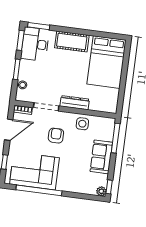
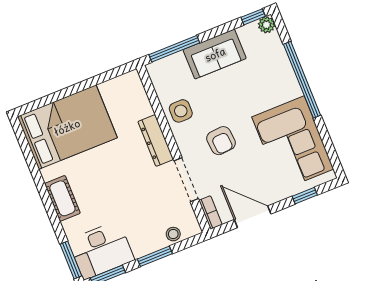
cot: (72, 42) -> (62, 198), width x0.73, depth x0.75
armchair: (56, 136) -> (221, 141), turned -95
window: (39, 190) -> (302, 80), moved

